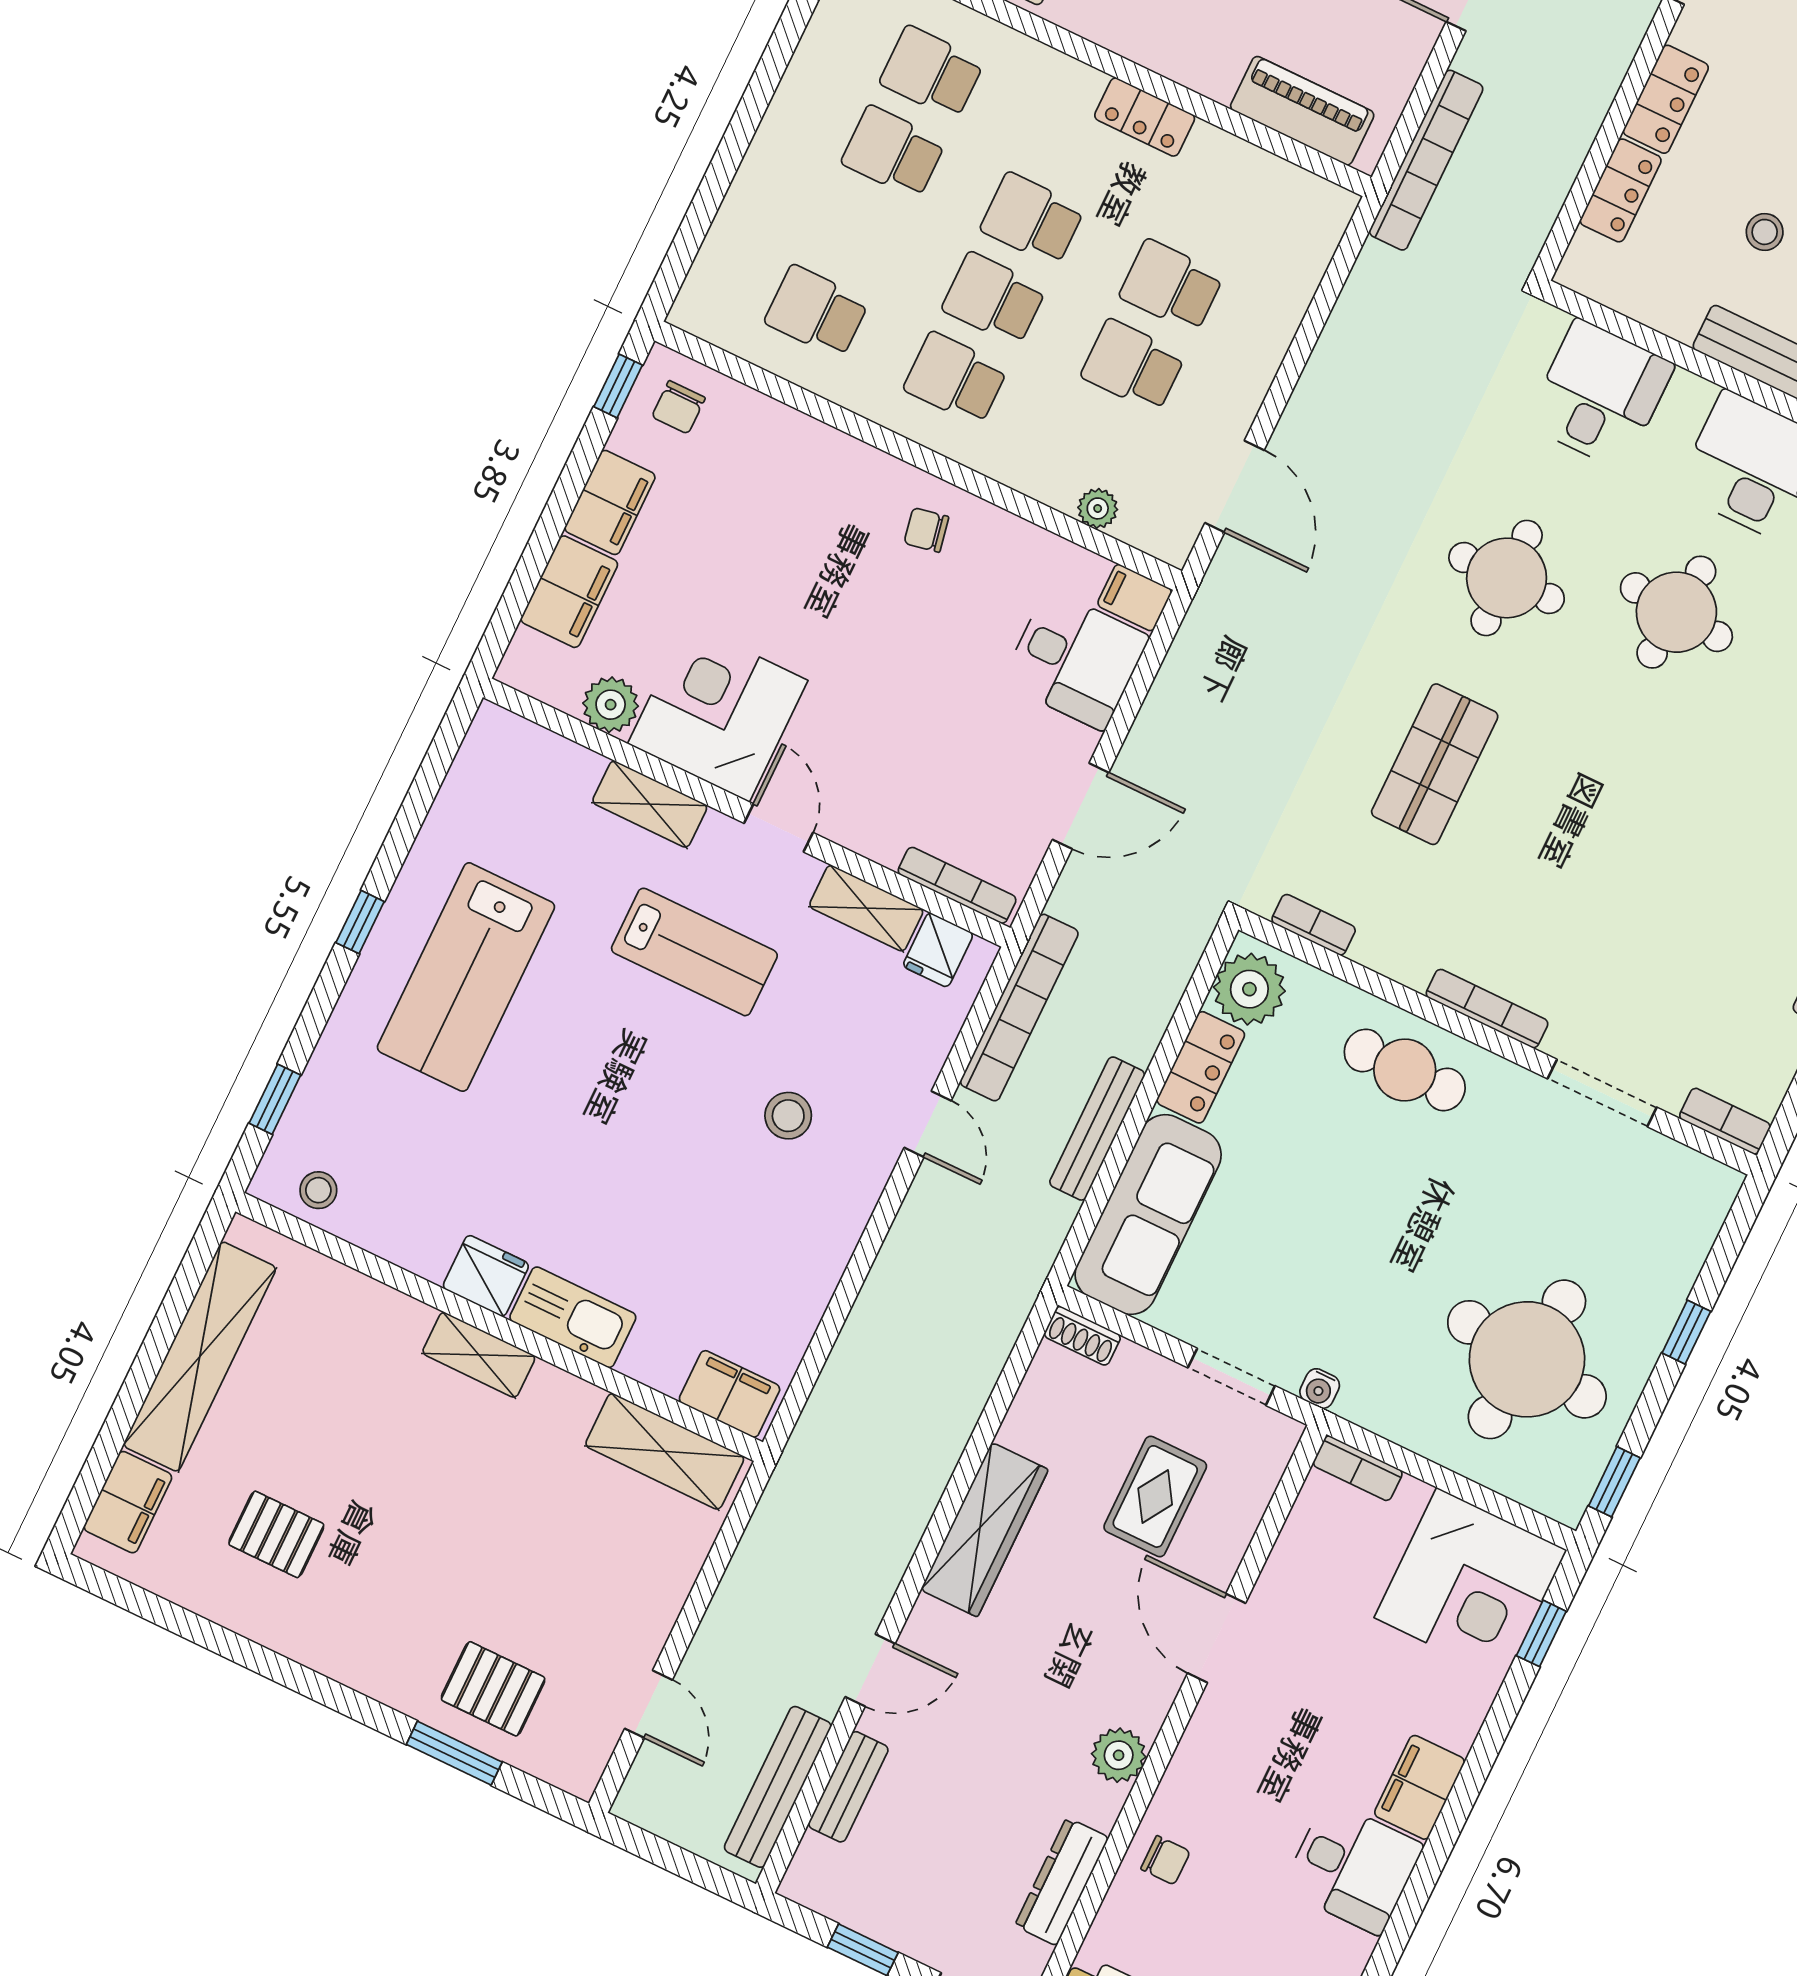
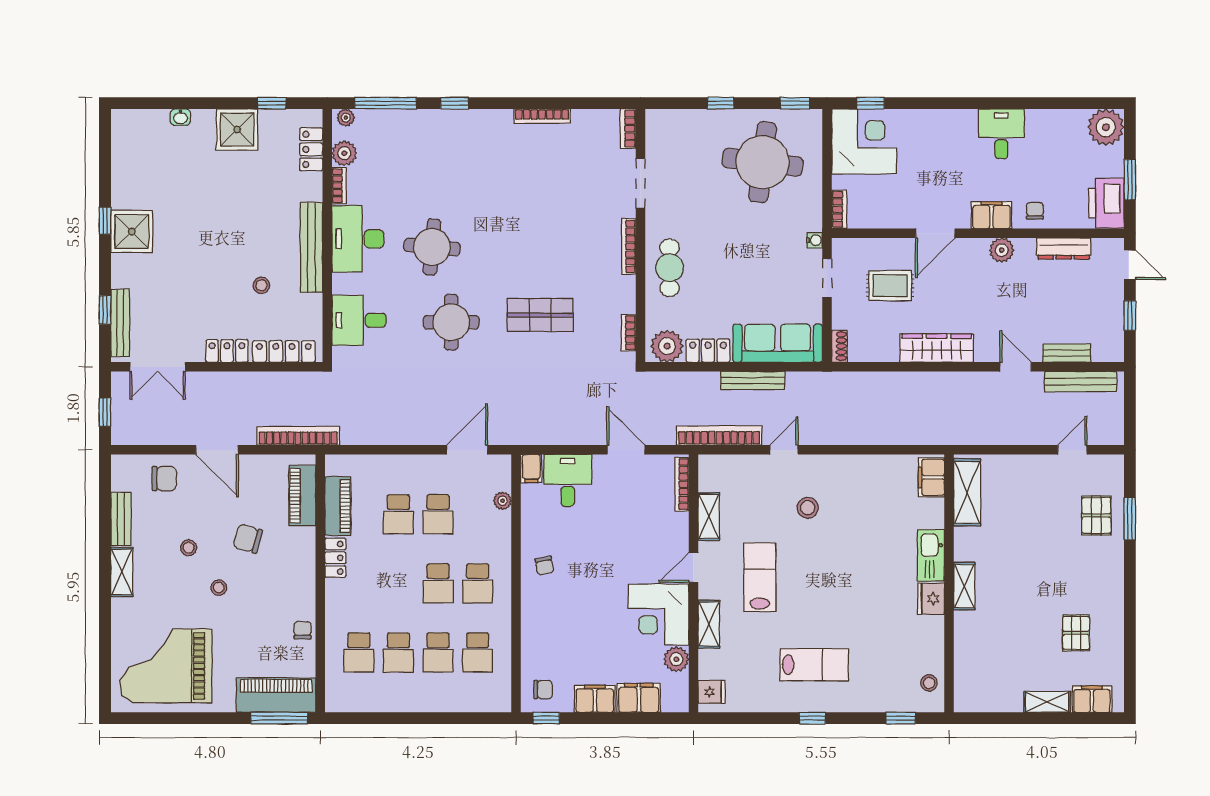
piano: (1246, 172) -> (338, 506), added
locker: (1621, 190) -> (284, 351), width x1.53
school desk: (1032, 219) -> (438, 652), moved
fridge: (938, 950) -> (712, 692), moved
lab bench: (466, 977) -> (814, 665), width x0.73, depth x0.72
shelving: (200, 1357) -> (1047, 702), width x0.45, depth x0.75
filing cabinet: (1420, 1787) -> (991, 215), moved, turned 180

